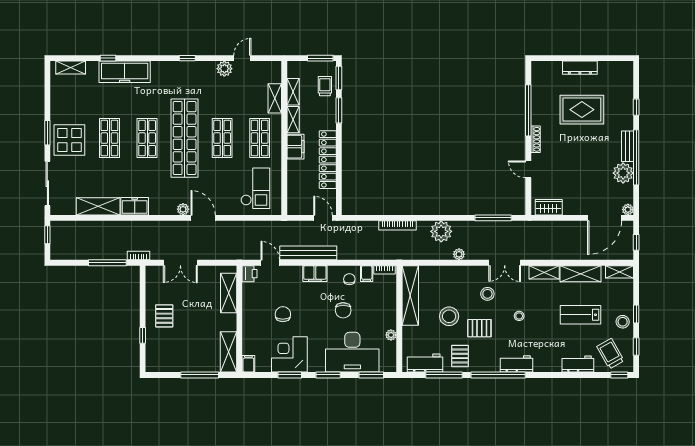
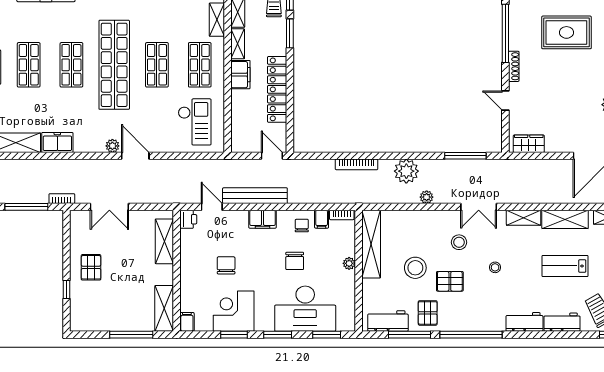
plant: (391, 335) -> (349, 263), moved
workbench: (517, 364) -> (524, 322), moved

